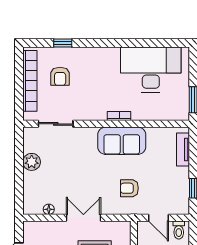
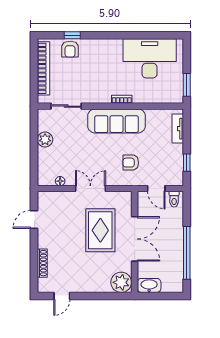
armchair: (60, 76) -> (70, 49), moved
sofa: (122, 141) -> (116, 121), width x1.36

